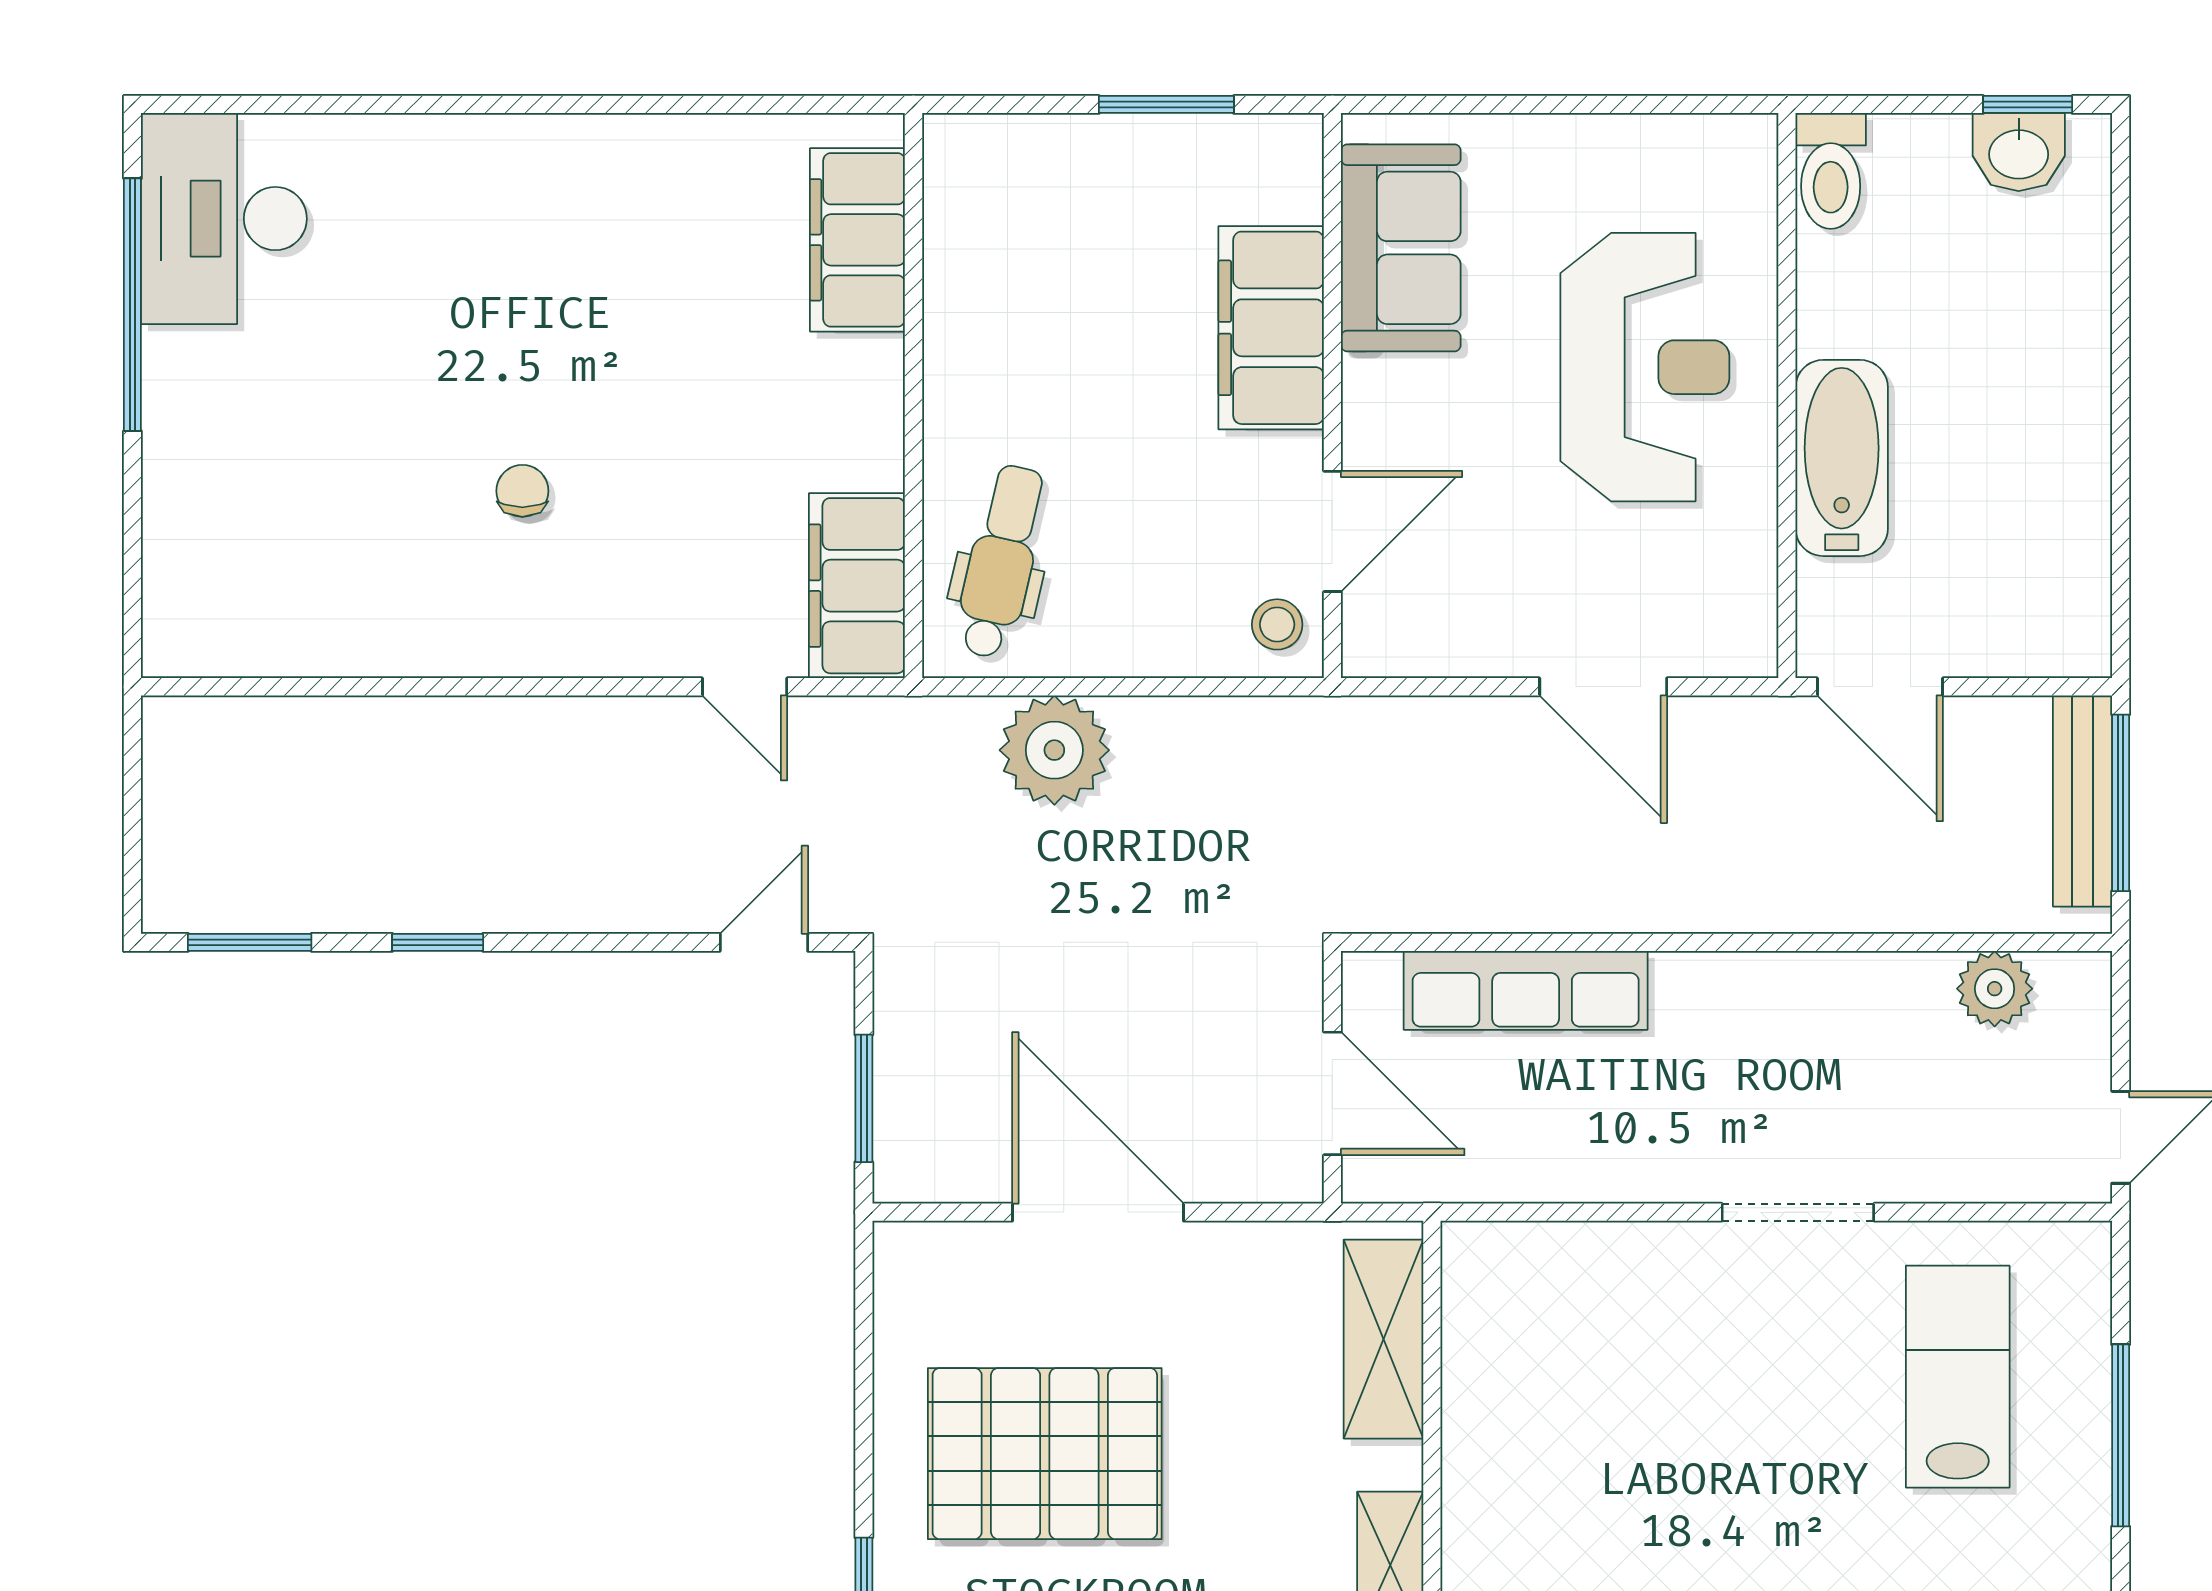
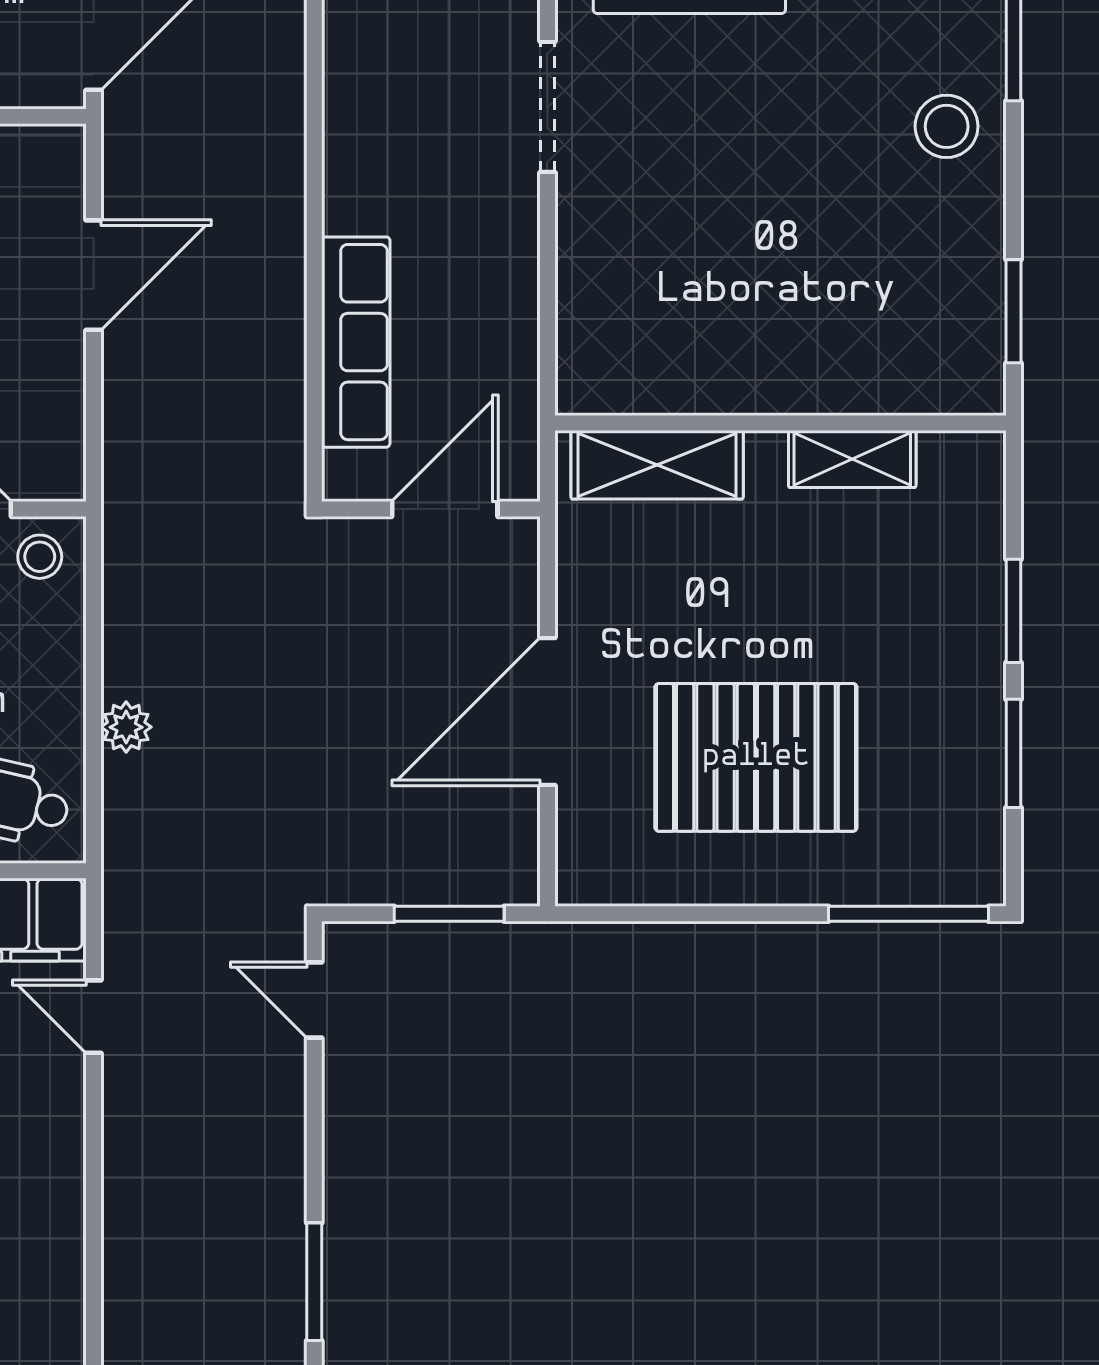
door: (745, 687) -> (94, 1017), swing flipped
plant: (1054, 750) -> (126, 727), width x0.53, depth x0.53
window: (438, 942) -> (314, 1282), width x1.50
pallet: (1045, 1454) -> (756, 757), turned 90

